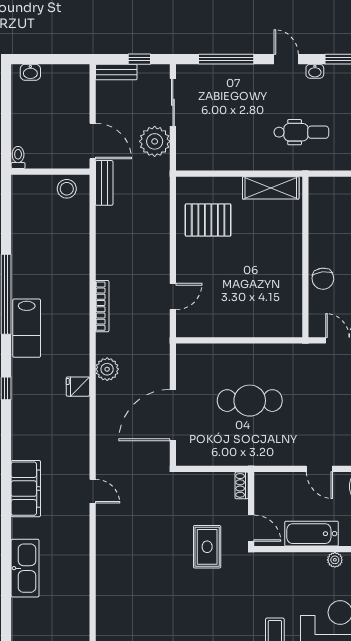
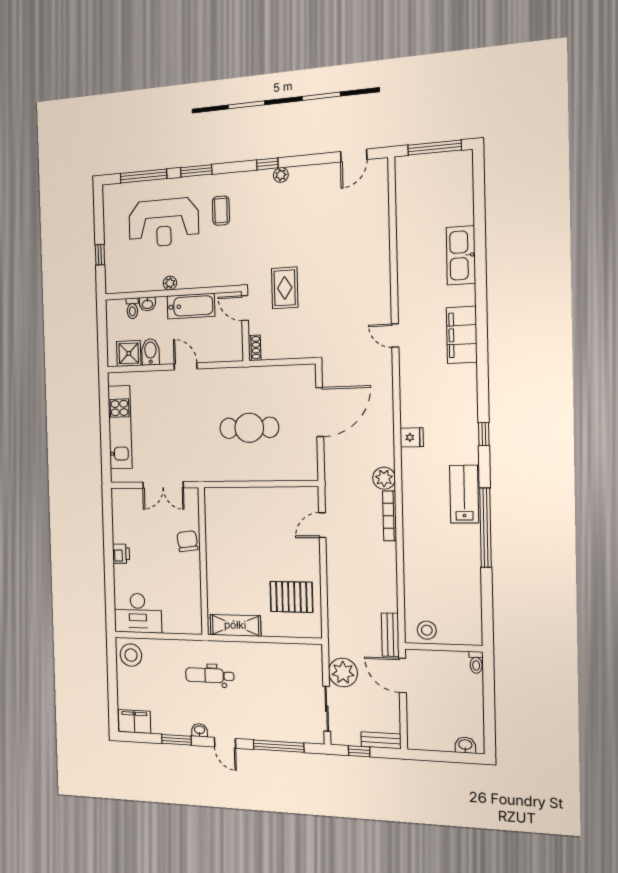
plant: (107, 369) -> (384, 478), moved

